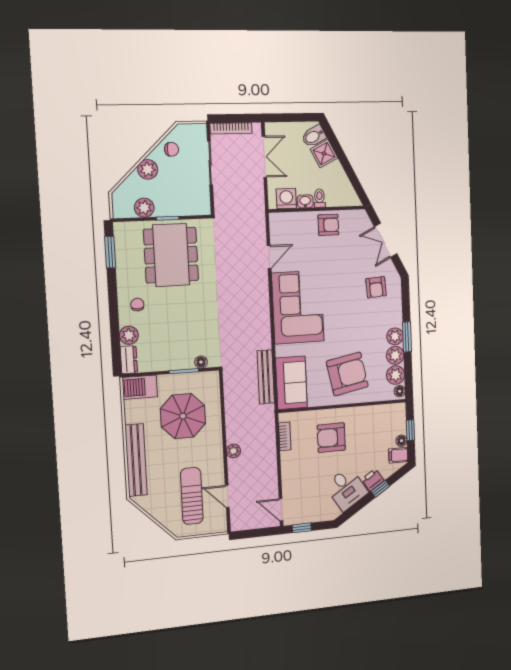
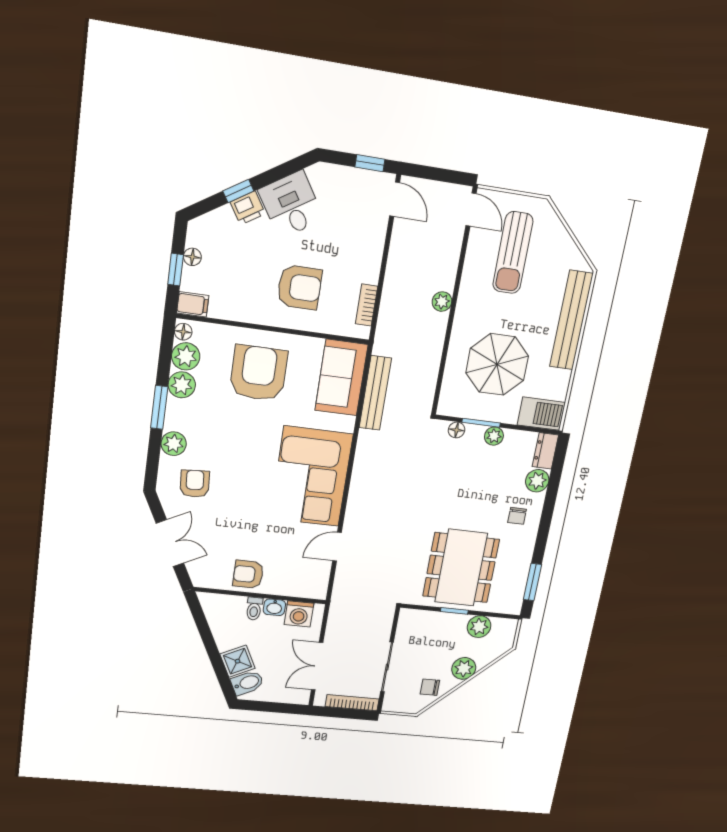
plant: (395, 336) -> (174, 444), moved
plant: (172, 363) -> (494, 436), added
armchair: (347, 374) -> (258, 373), turned 101
filing cabinet: (398, 455) -> (193, 304), moved
door: (227, 496) -> (471, 210), moved

